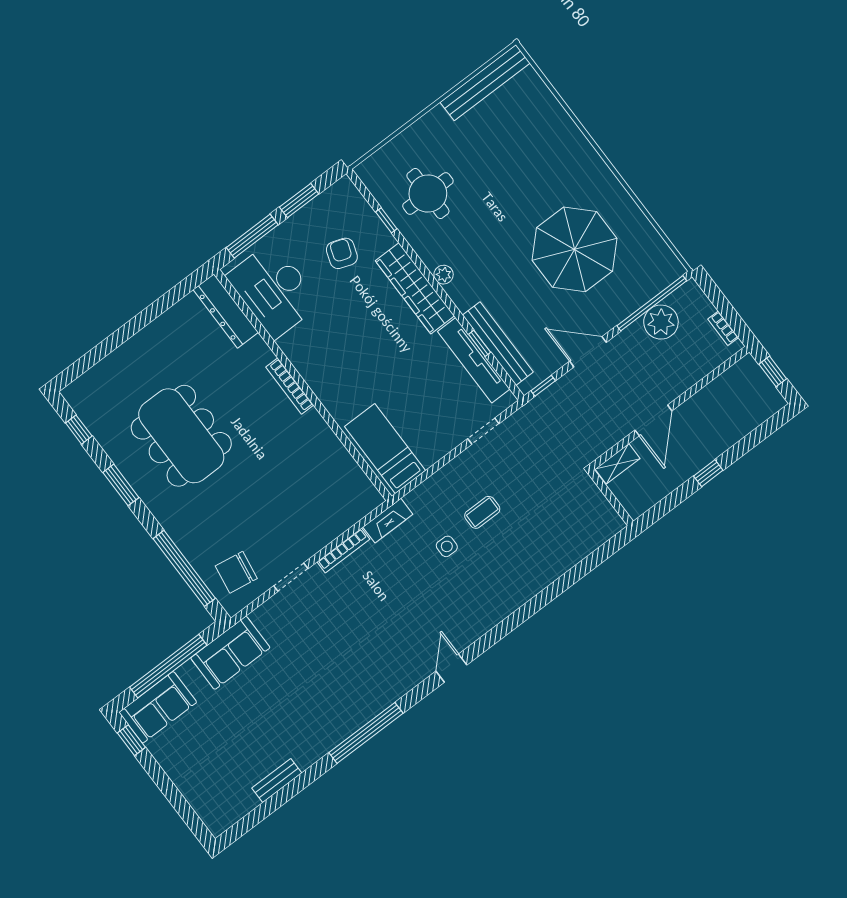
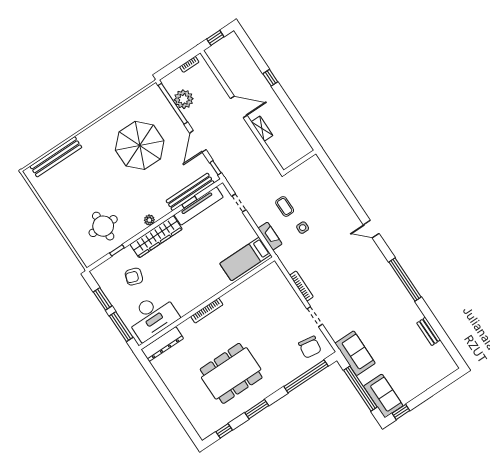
bench: (485, 83) -> (56, 157), moved, turned 90
wall: (611, 498) -> (300, 162), moved
fireplace: (388, 521) -> (270, 236), moved

